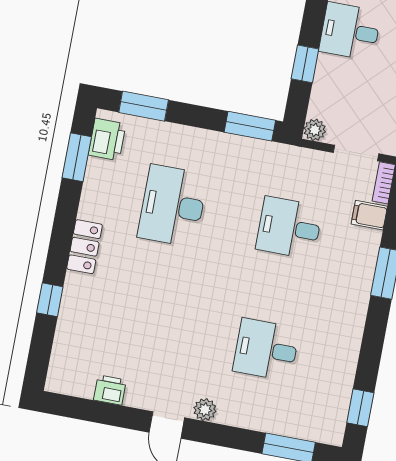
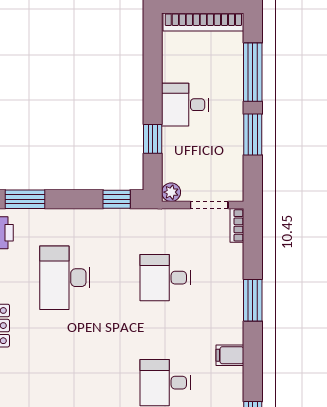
window: (250, 126) -> (117, 199), width x0.67
filing cabinet: (369, 215) -> (230, 355), moved

